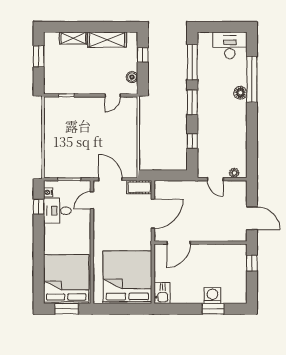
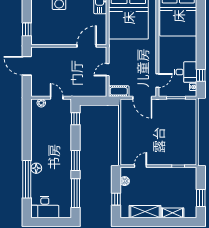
window: (192, 141) -> (76, 119), moved
door: (153, 214) -> (108, 70), width x0.53

